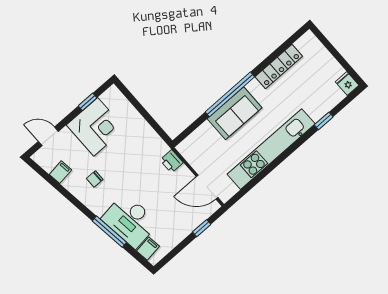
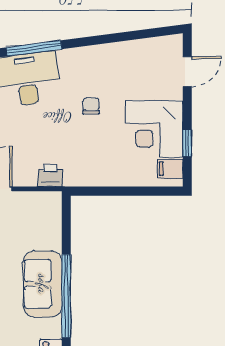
filing cabinet: (61, 172) -> (170, 169), moved, turned 97
chair: (95, 179) -> (91, 106), moved

